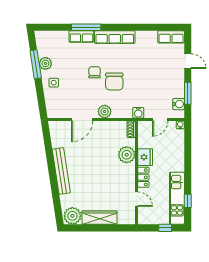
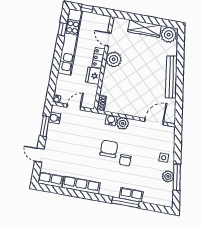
row of seats: (115, 37) -> (81, 185), moved
water cooler: (138, 113) -> (111, 120), moved
door: (82, 120) -> (154, 122), moved
plant: (127, 155) -> (114, 59), moved
kitchen unit: (177, 198) -> (70, 42), width x1.36

